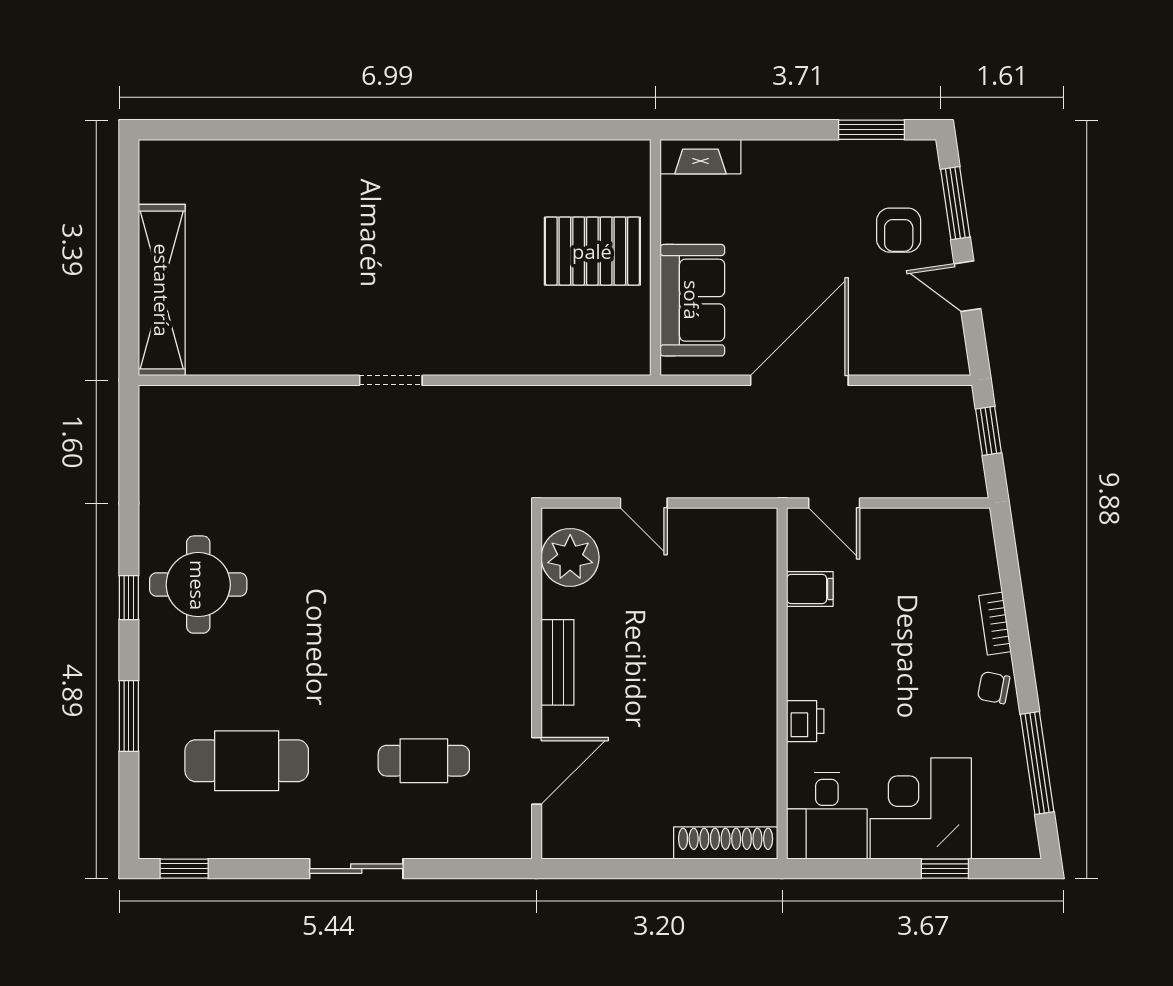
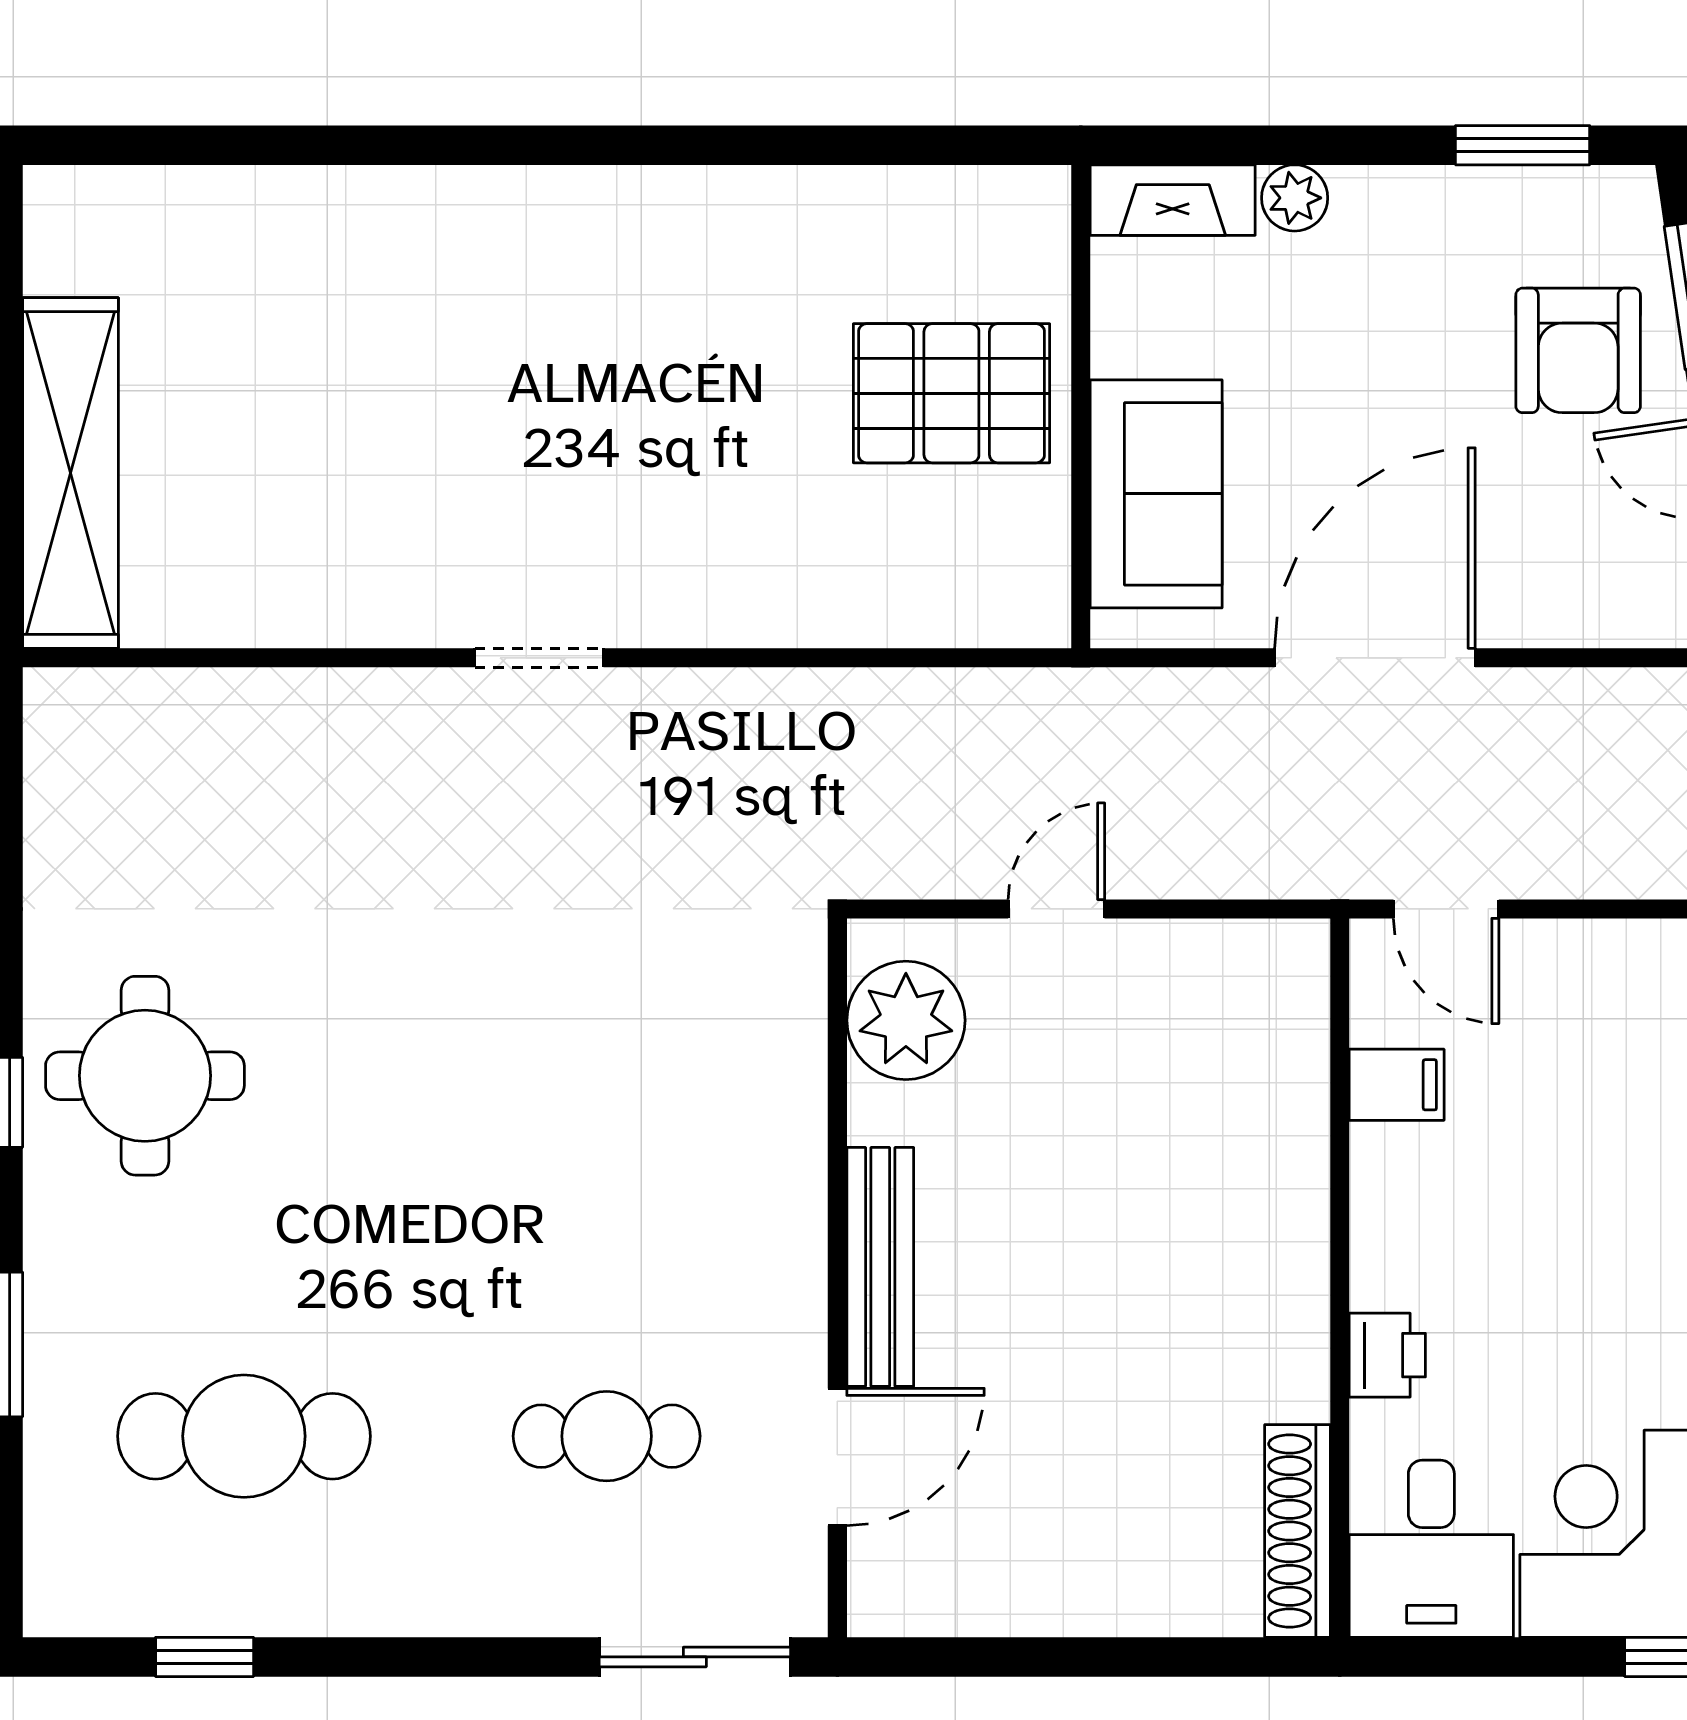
plant: (760, 156) -> (1295, 198), added
armchair: (899, 230) -> (1578, 350), width x1.38, depth x1.38
door: (644, 503) -> (1056, 909), swing flipped
bench: (558, 662) -> (880, 1267), width x1.36
shoe rack: (726, 843) -> (1297, 1531), moved, turned -90
window: (184, 869) -> (205, 1657), moved
sliding door: (356, 869) -> (695, 1657), moved

